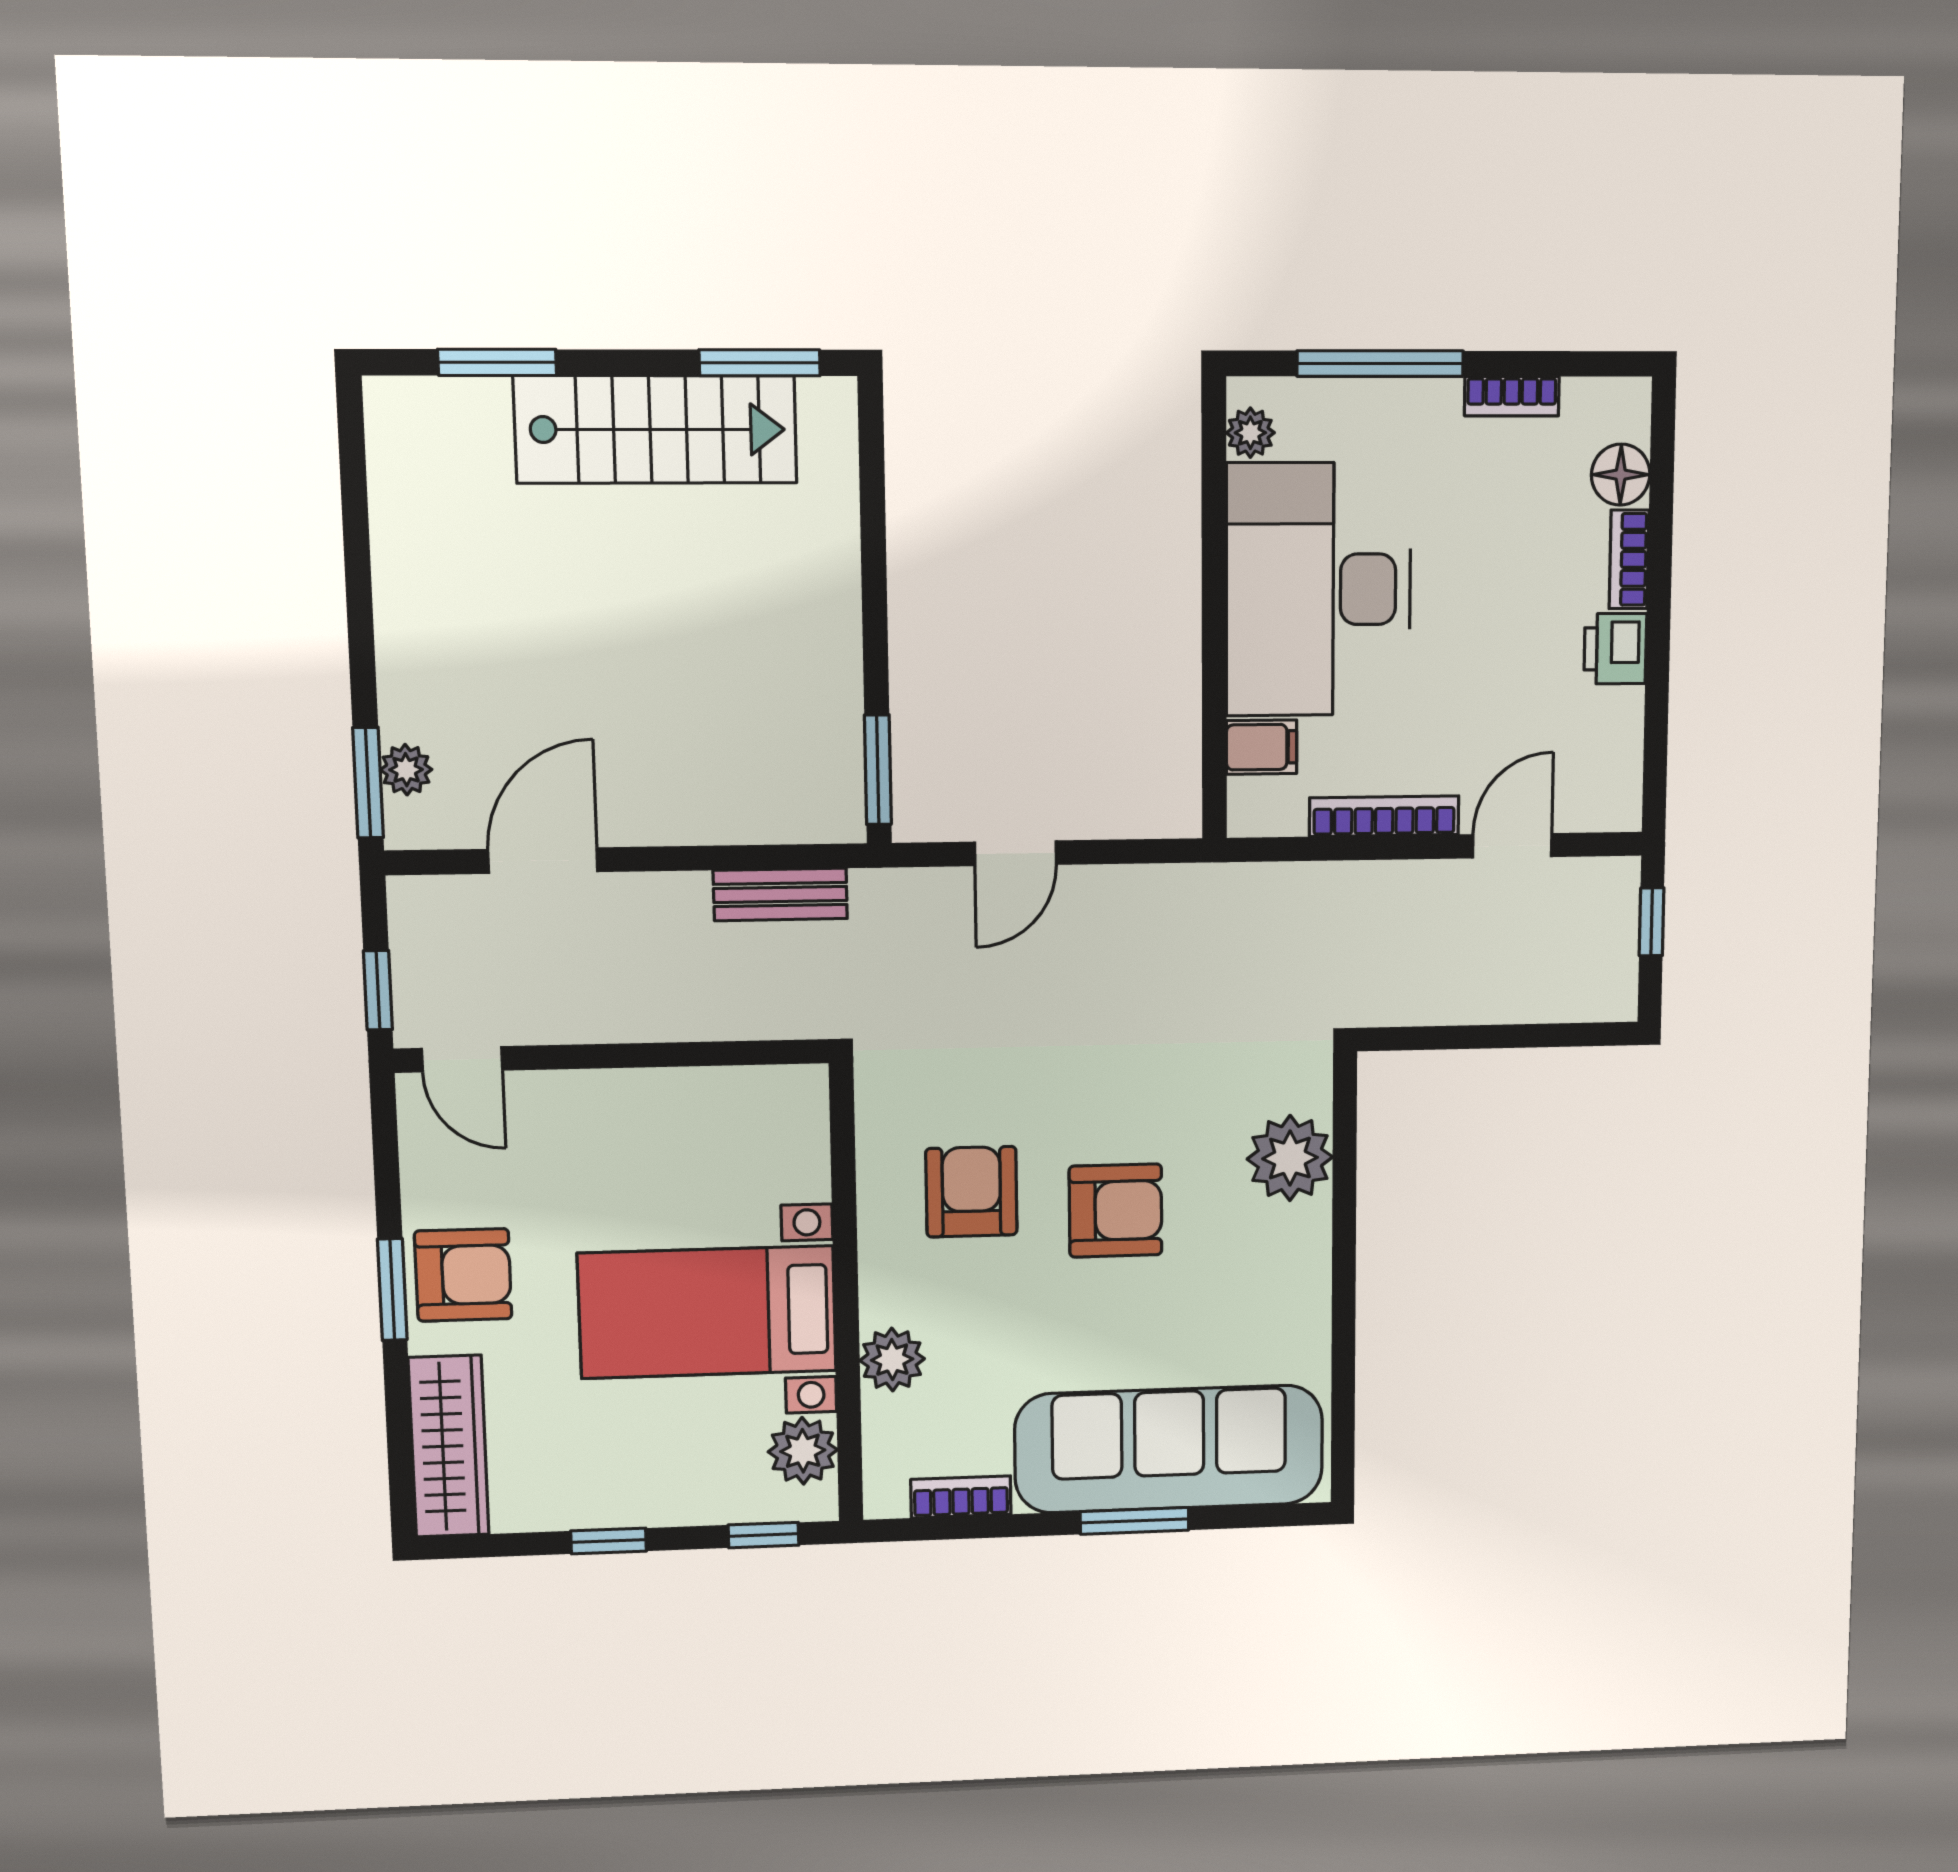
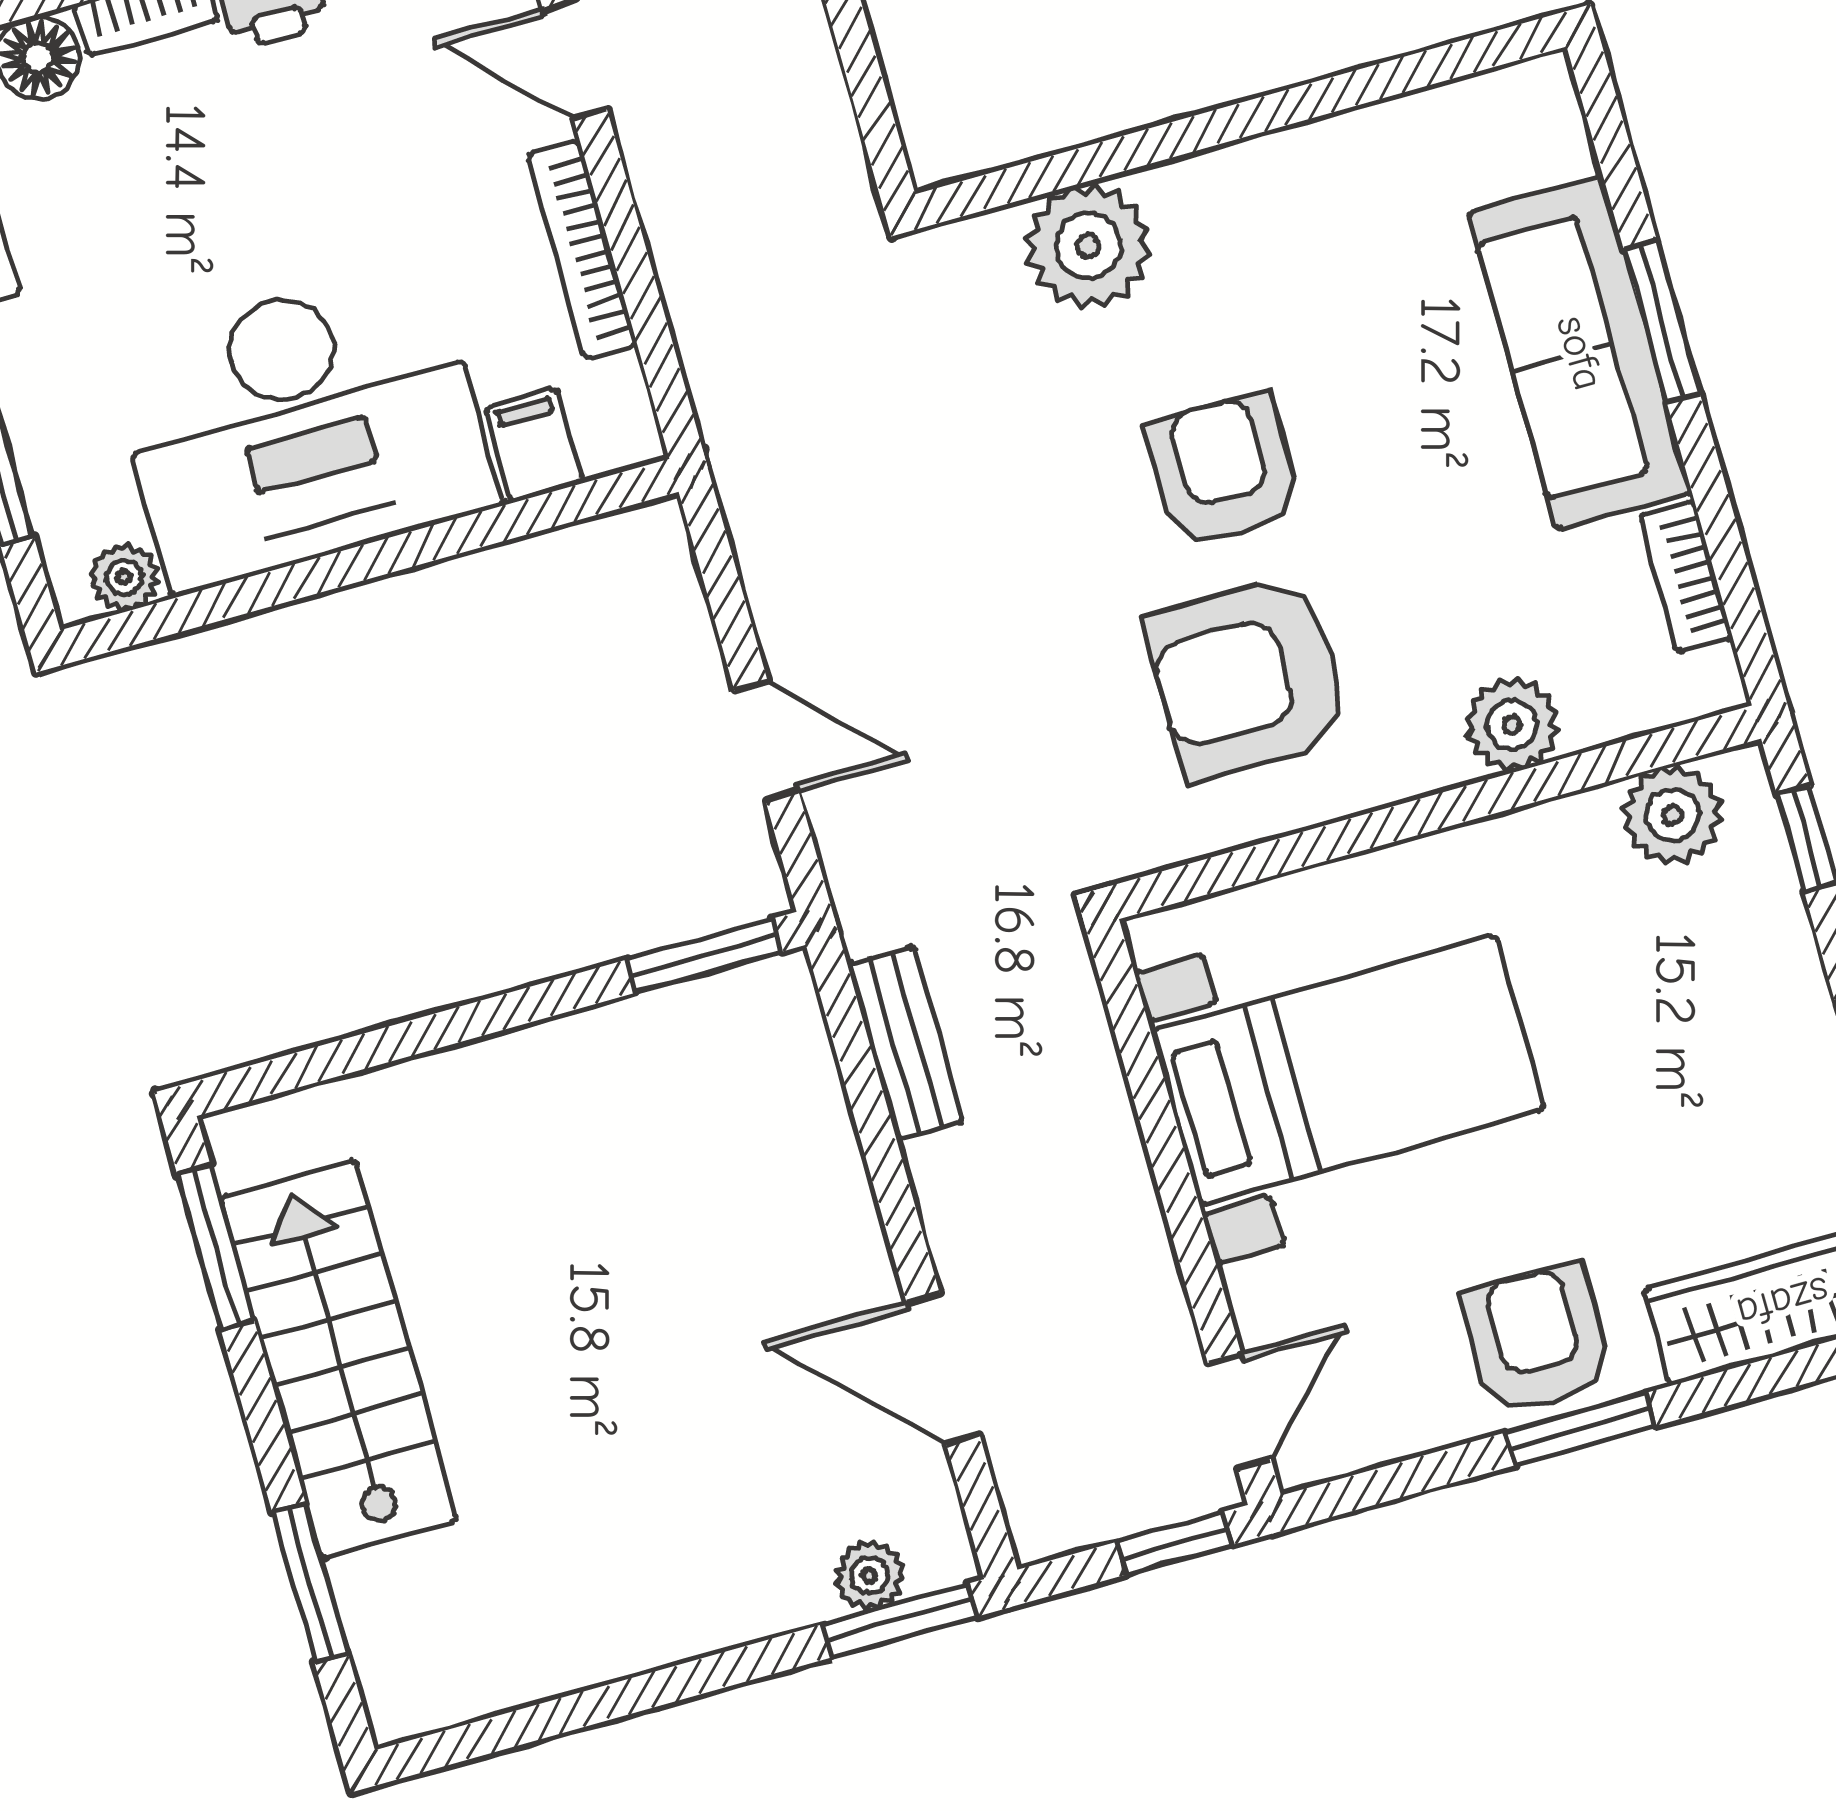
armchair: (971, 1192) -> (1248, 677), width x1.36, depth x1.36
bed with nightstands: (707, 1312) -> (1348, 1070), moved, turned -90
sofa: (1169, 1449) -> (1580, 353), width x0.74, depth x0.79

